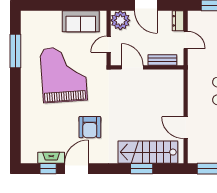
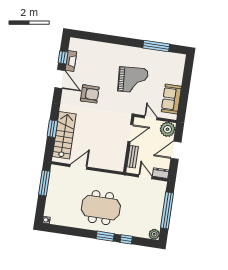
door: (186, 40) -> (145, 177), swing flipped
grand piano: (64, 74) -> (133, 80), width x0.73, depth x0.68
armchair: (90, 127) -> (90, 94), turned 180

